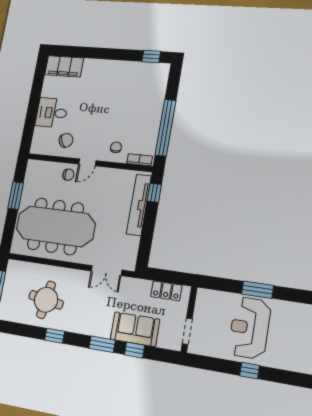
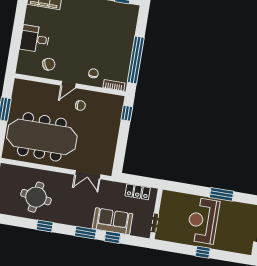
chair: (68, 175) -> (80, 105), moved
tv unit: (139, 205) -> (114, 123), removed
window: (258, 290) -> (222, 194), moved

